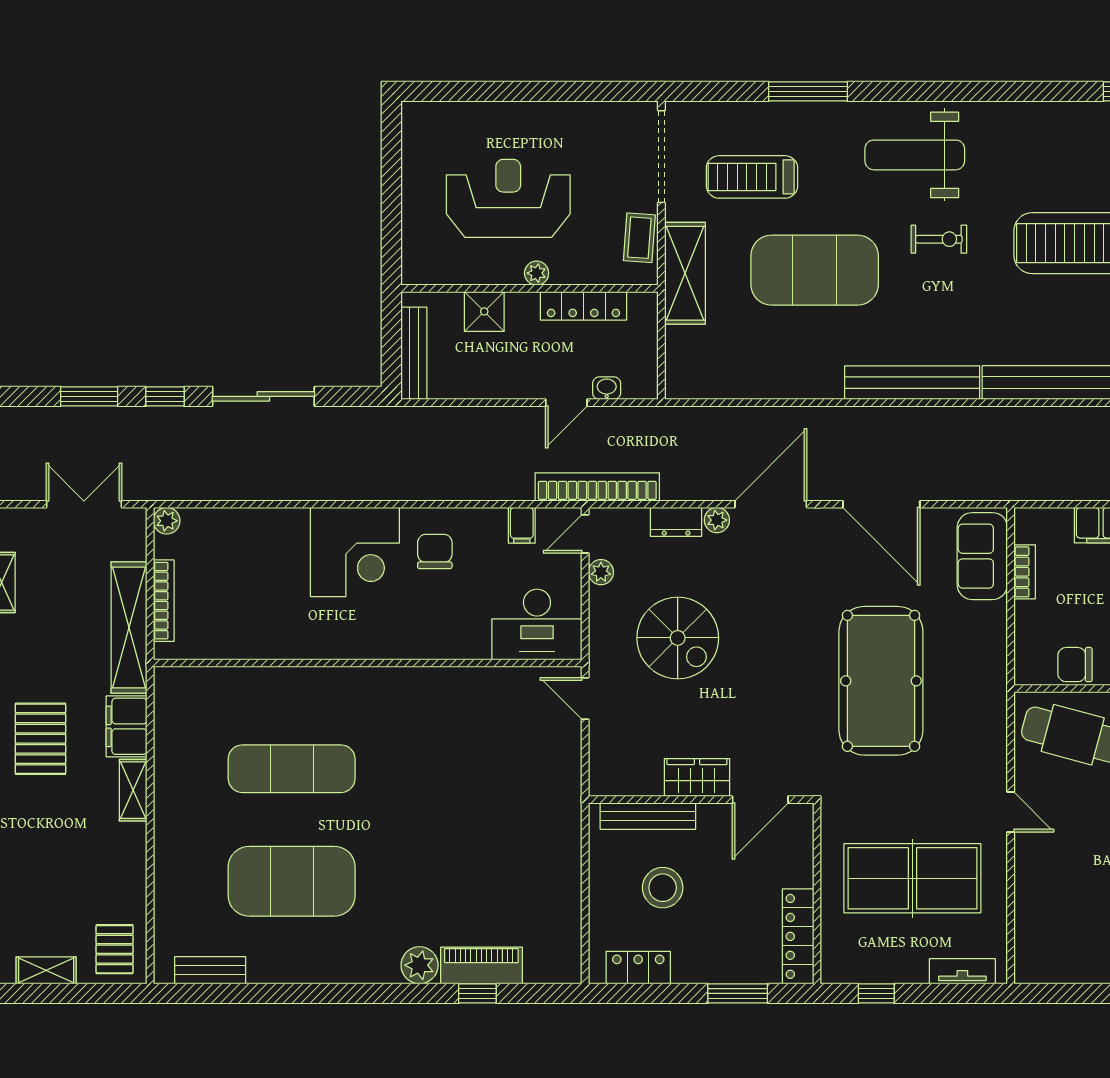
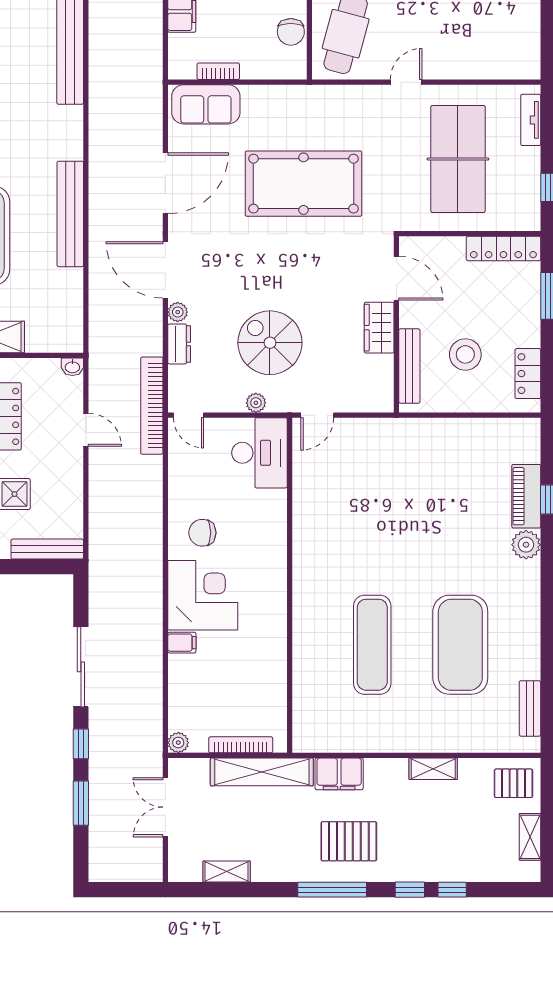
bench: (912, 383) -> (70, 214), moved
washbasin: (607, 388) -> (72, 367), moved, turned -90
filing cabinet: (522, 525) -> (182, 643), moved
plant: (601, 572) -> (256, 403), moved
spiral stairs: (678, 638) -> (270, 343), turned -90
shelving: (133, 790) -> (433, 769), moved

